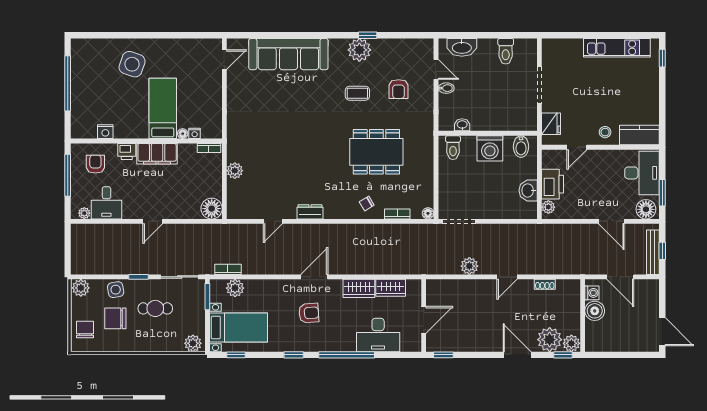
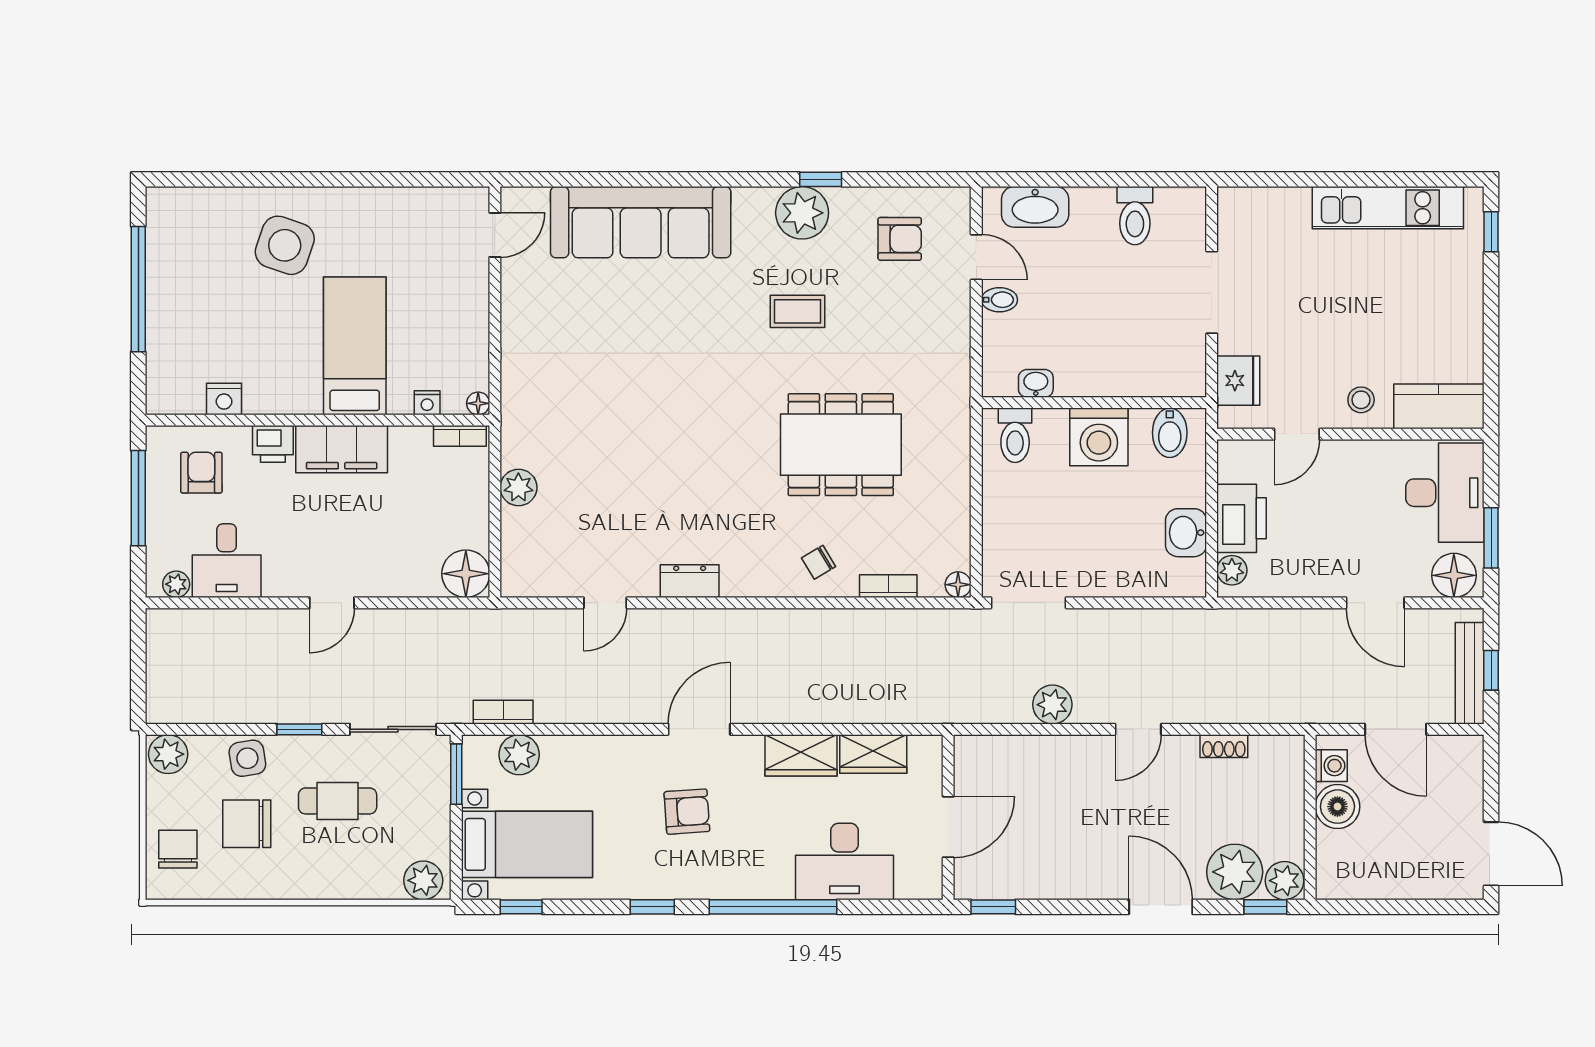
armchair: (399, 89) -> (900, 239), moved, turned -90
floor lamp: (183, 134) -> (478, 403), moved

